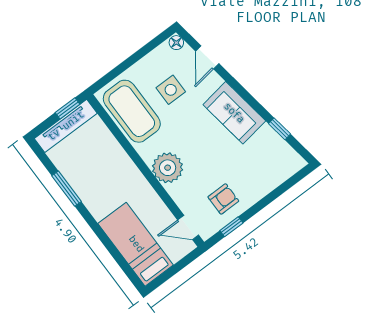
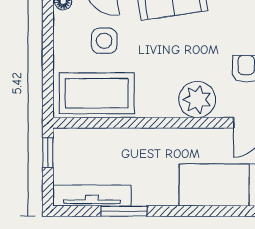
tv unit: (66, 126) -> (92, 196), moved, turned -90
plant: (168, 168) -> (197, 100), moved

